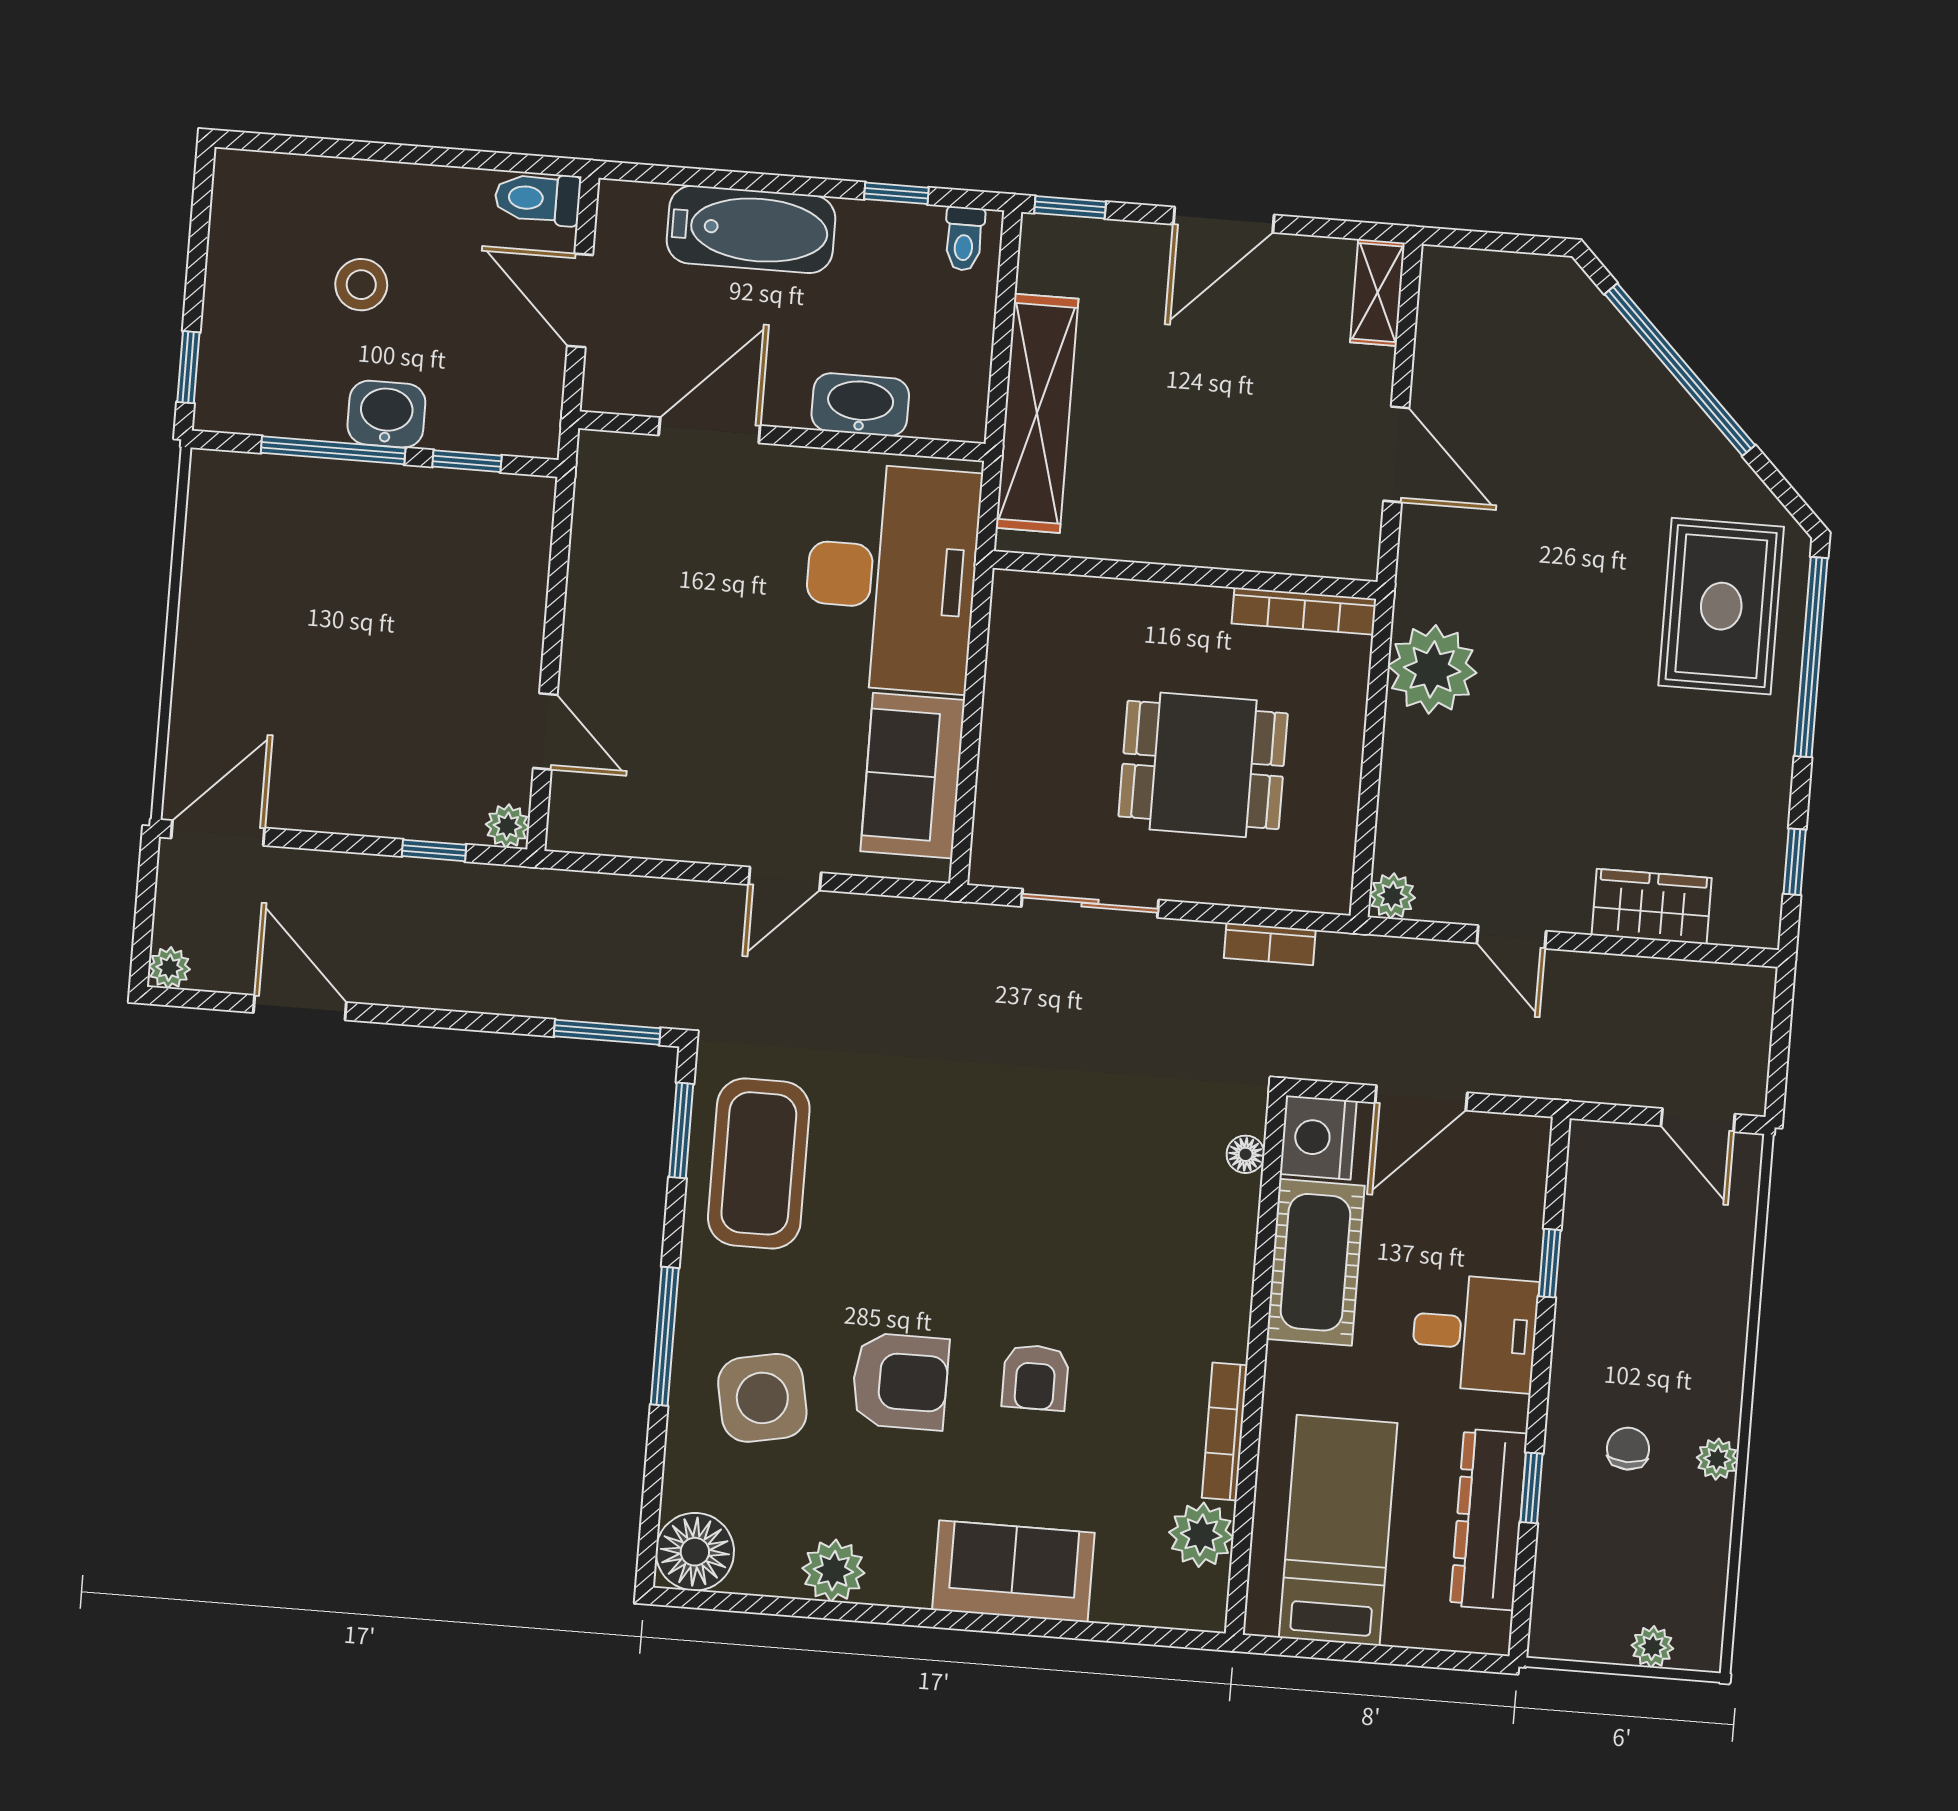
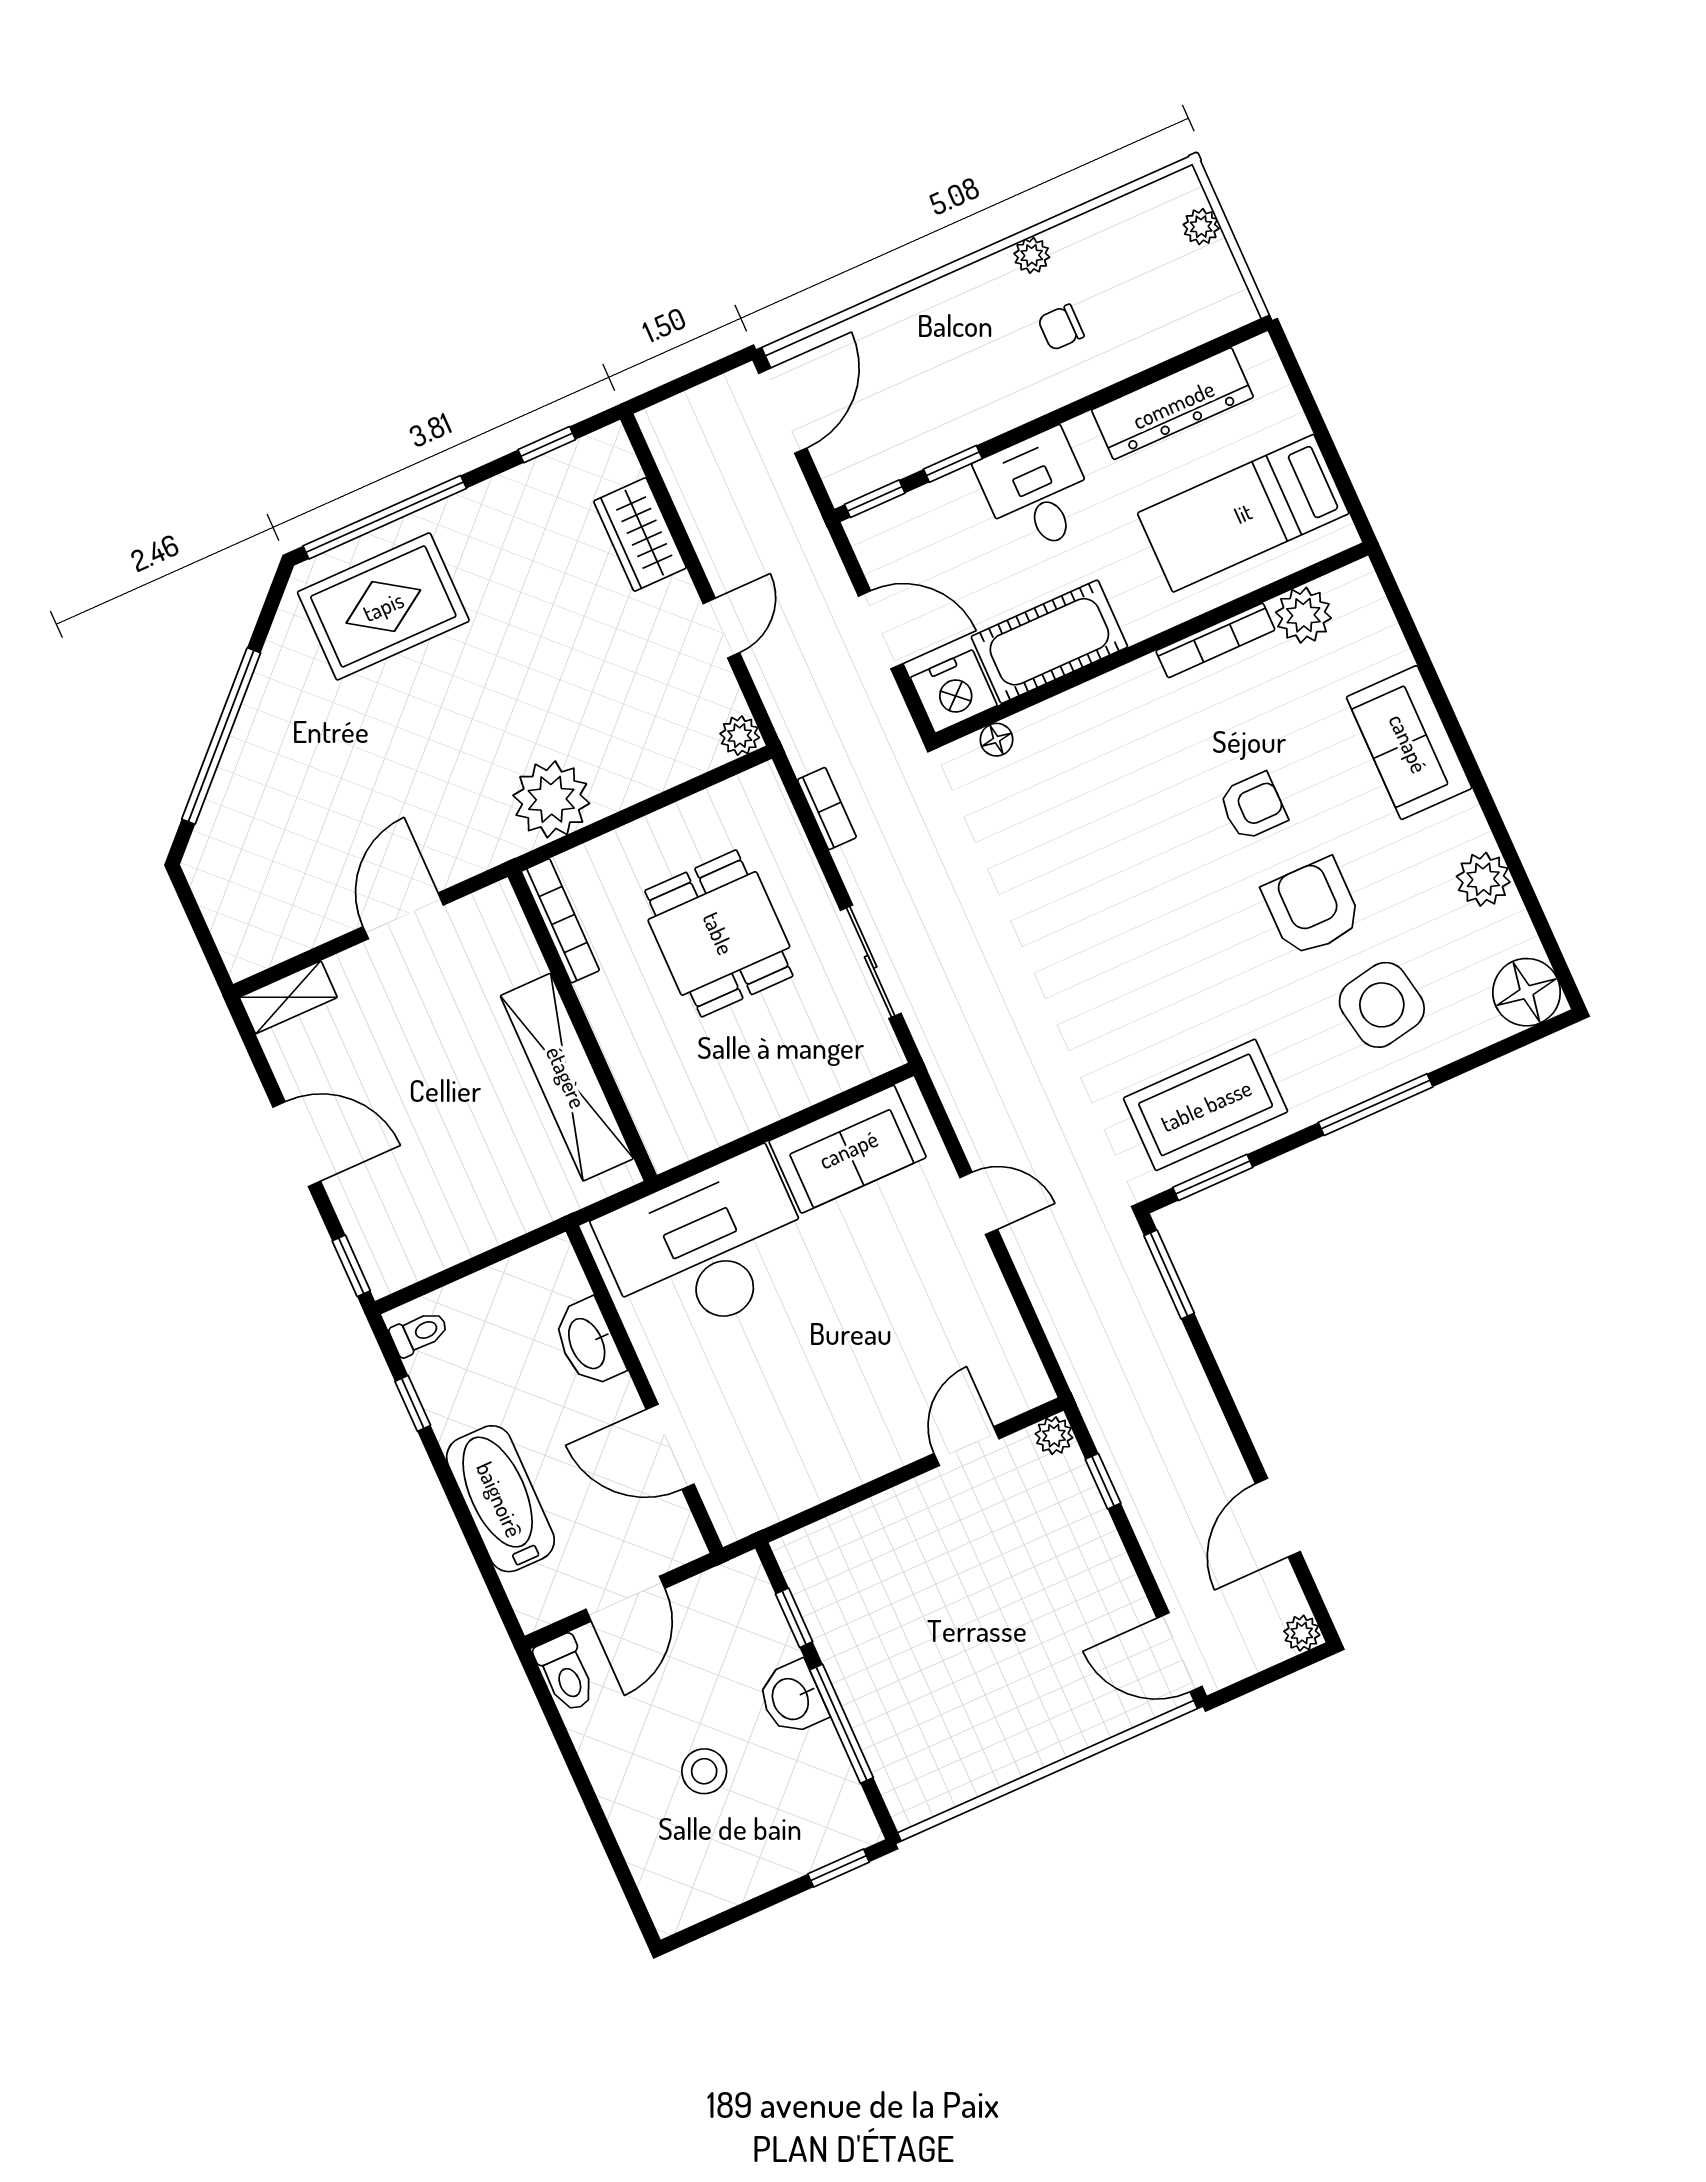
shelving: (1037, 413) -> (567, 1077), moved, turned 90
door: (1698, 1120) -> (783, 411), width x1.38
window: (1531, 1488) -> (875, 499), moved

